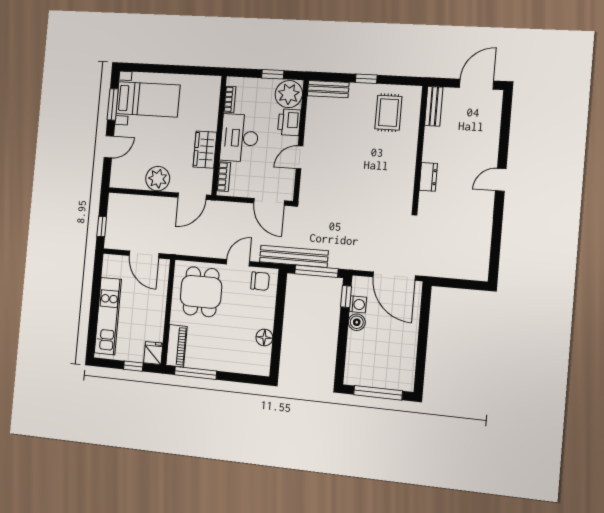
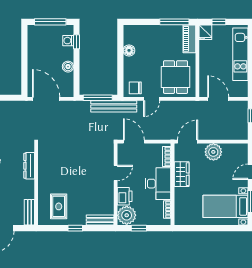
dresser: (428, 177) -> (29, 166), width x1.44
window: (346, 296) -> (76, 42), moved
washing machine: (358, 304) -> (68, 41), moved

